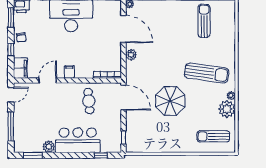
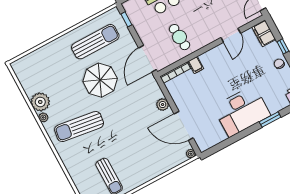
filing cabinet: (69, 72) -> (196, 65), moved
door: (123, 98) -> (148, 59), hinge flipped
sun lounger: (213, 136) -> (95, 42), moved, width x1.36, depth x1.34

